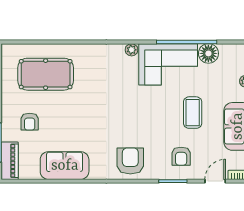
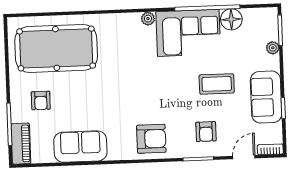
pool table: (46, 74) -> (56, 48), width x1.36, depth x1.32
coffee table: (193, 113) -> (217, 84), turned 90
armchair: (130, 161) -> (151, 139), turned 90

